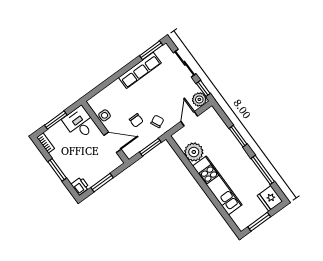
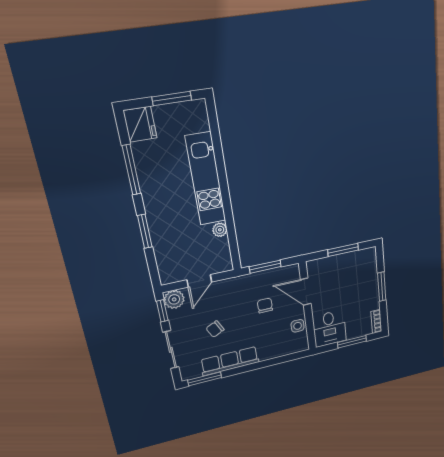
chair: (157, 121) -> (215, 329), moved
plant: (194, 152) -> (220, 230), width x0.53, depth x0.53
printer: (80, 186) -> (369, 257), removed

